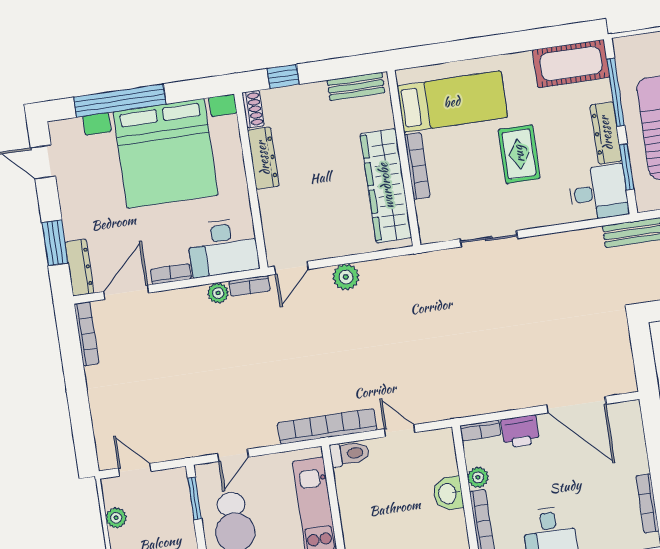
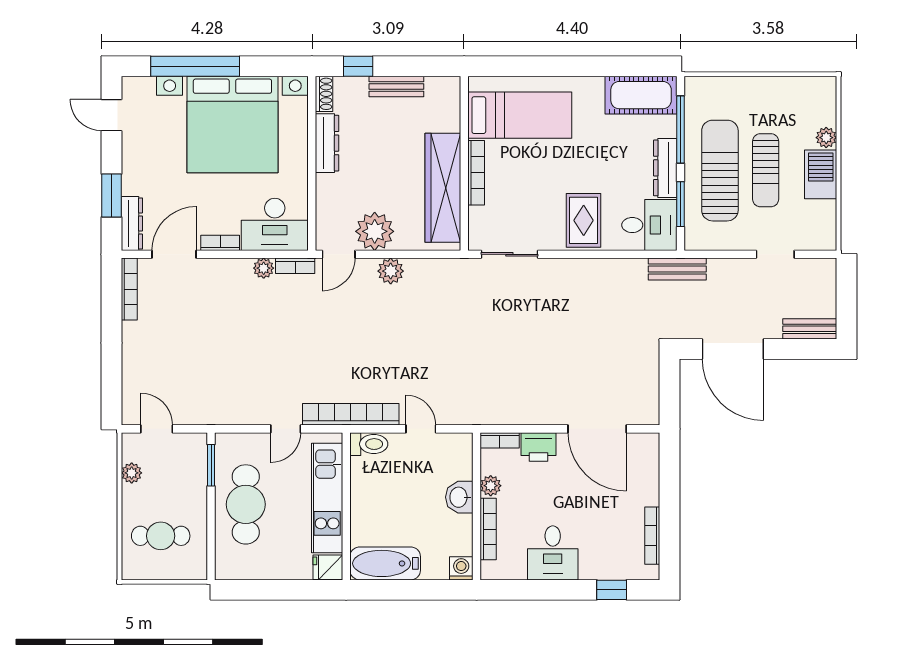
bench: (356, 86) -> (396, 86), moved
rug: (519, 154) -> (584, 220), moved
sliding door: (489, 239) -> (509, 254), moved
plant: (324, 240) -> (375, 231), added
door: (233, 455) -> (286, 429), moved

